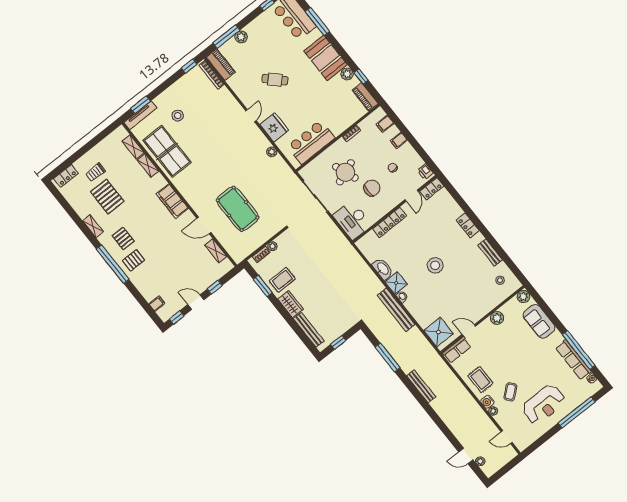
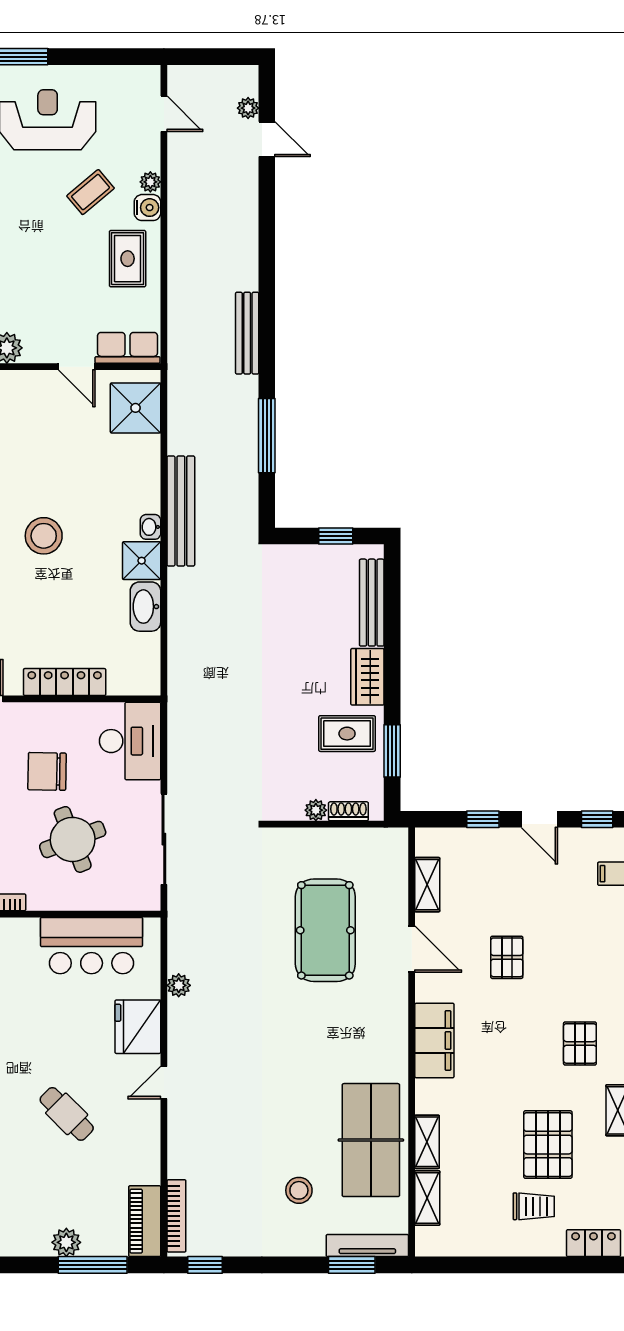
pallet: (133, 260) -> (507, 957), moved, turned 90

